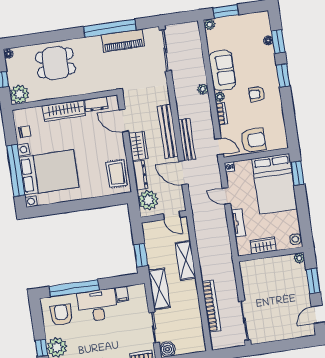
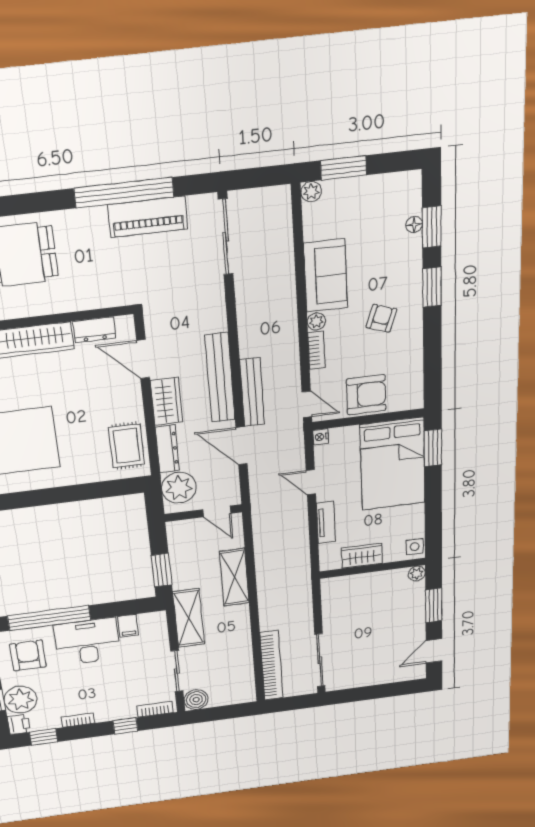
plant: (203, 89) -> (288, 308), removed
armchair: (257, 94) -> (381, 318), turned 109
bookcase: (211, 306) -> (271, 665), moved

